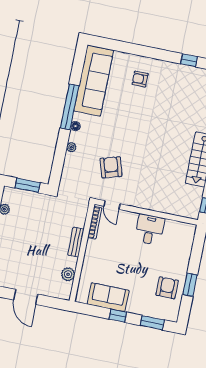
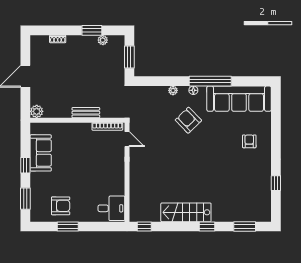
armchair: (111, 167) -> (188, 120), moved, turned -117
door: (112, 205) -> (127, 139), swing flipped
desk: (150, 230) -> (111, 208), moved
plant: (68, 274) -> (37, 111), moved

